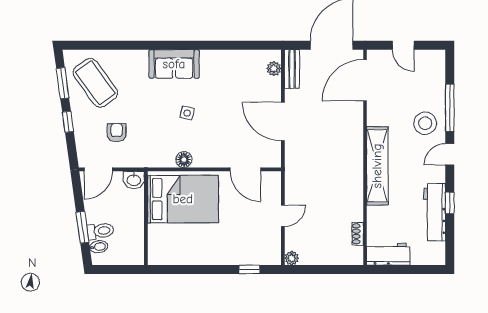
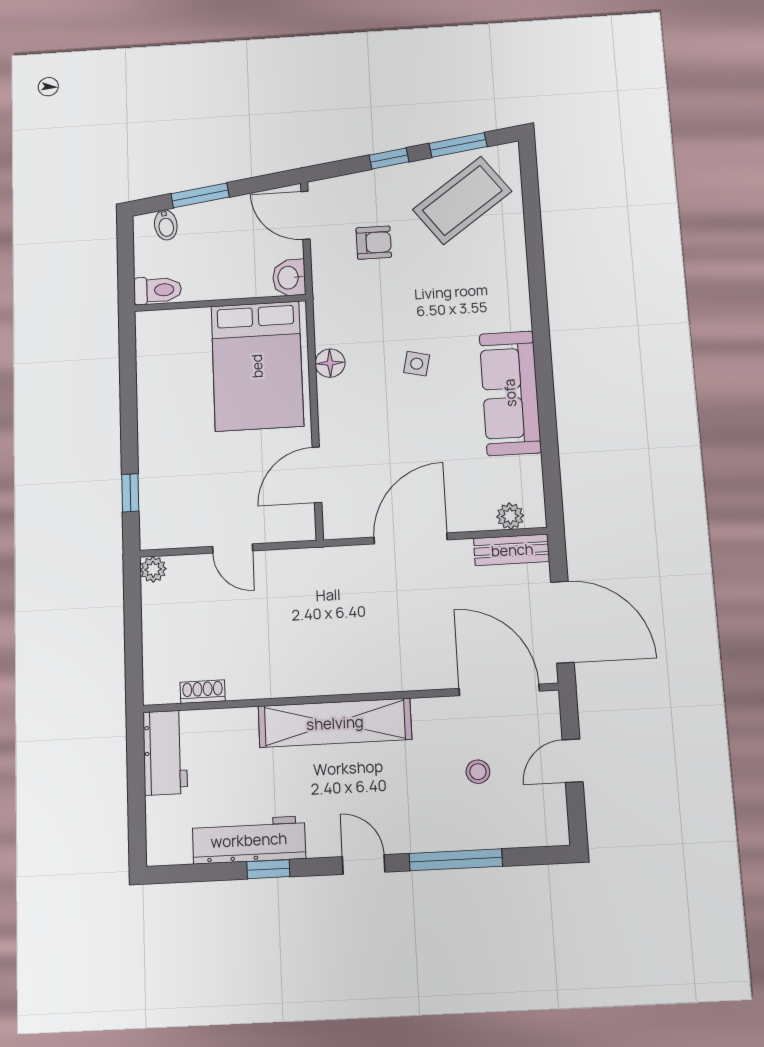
sofa: (174, 64) -> (510, 393), moved, width x1.36
stool: (425, 123) -> (478, 772), moved, width x0.53, depth x0.53
toilet: (100, 231) -> (158, 290), moved, turned -82

